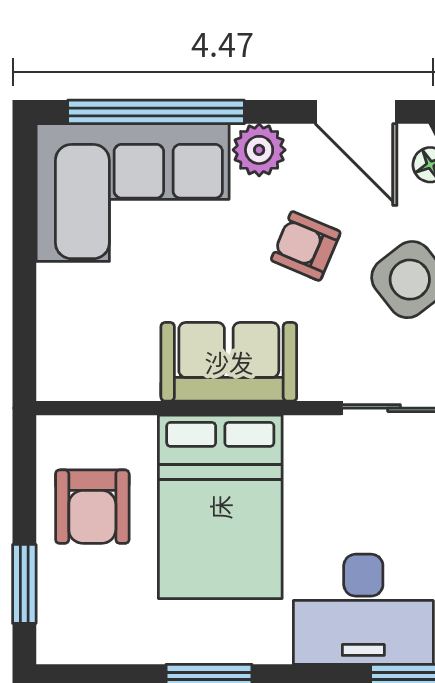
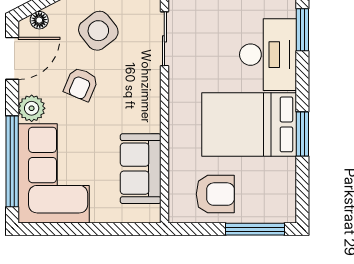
sofa: (229, 362) -> (141, 169), moved
bed: (220, 507) -> (249, 124), moved, turned 180
window: (24, 584) -> (255, 229), width x1.44

